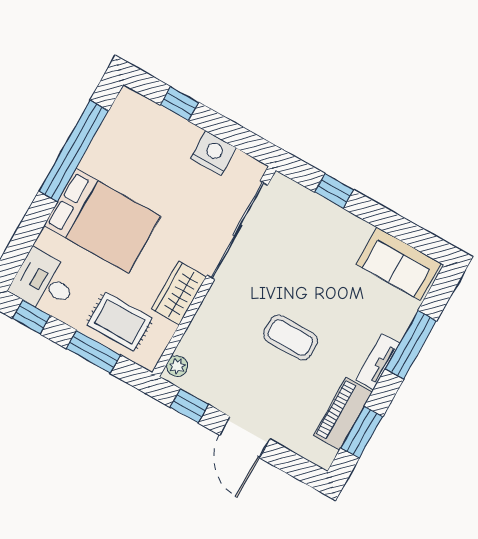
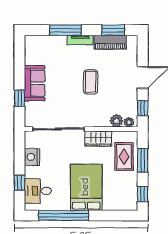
sofa: (399, 264) -> (35, 83), moved
desk: (44, 282) -> (38, 191), moved, turned 90
plant: (193, 345) -> (117, 121), added

